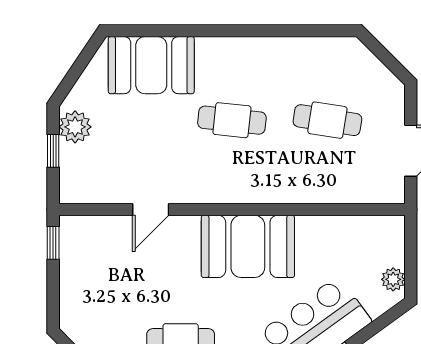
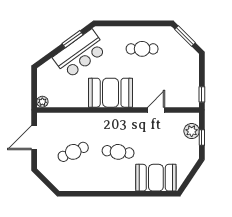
cafe table: (327, 120) -> (73, 152), turned -33
plant: (75, 127) -> (192, 131), moved
plant: (393, 279) -> (42, 102), moved

